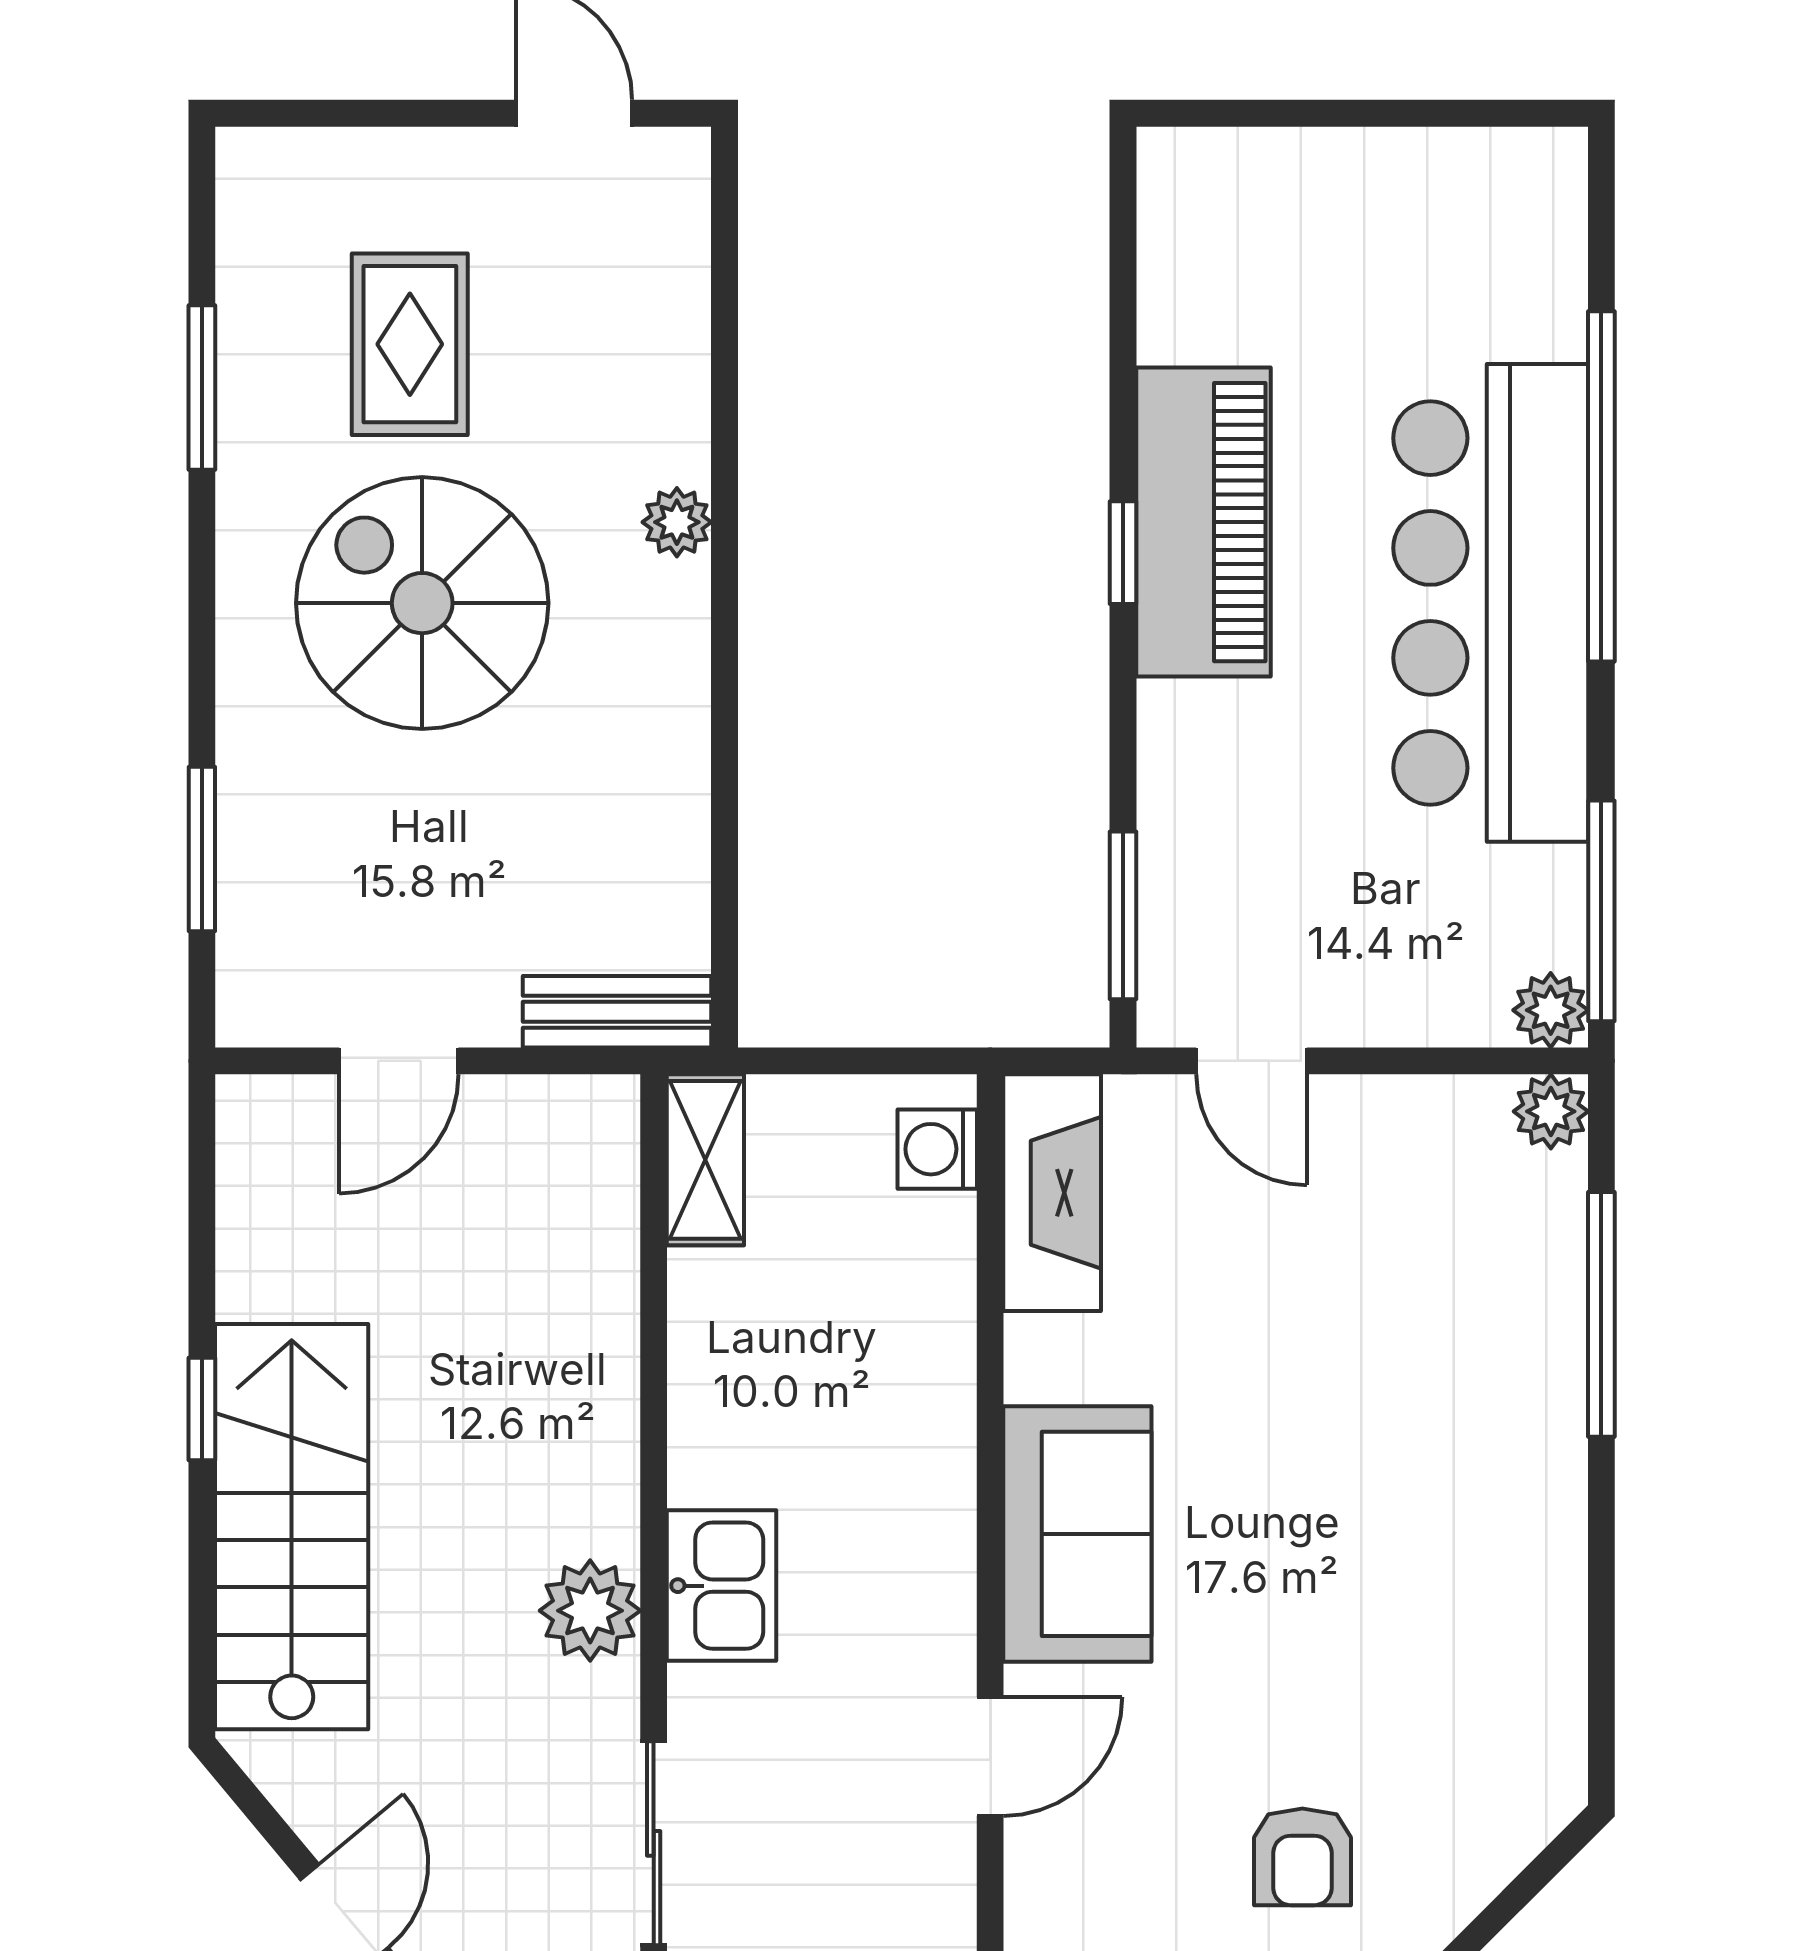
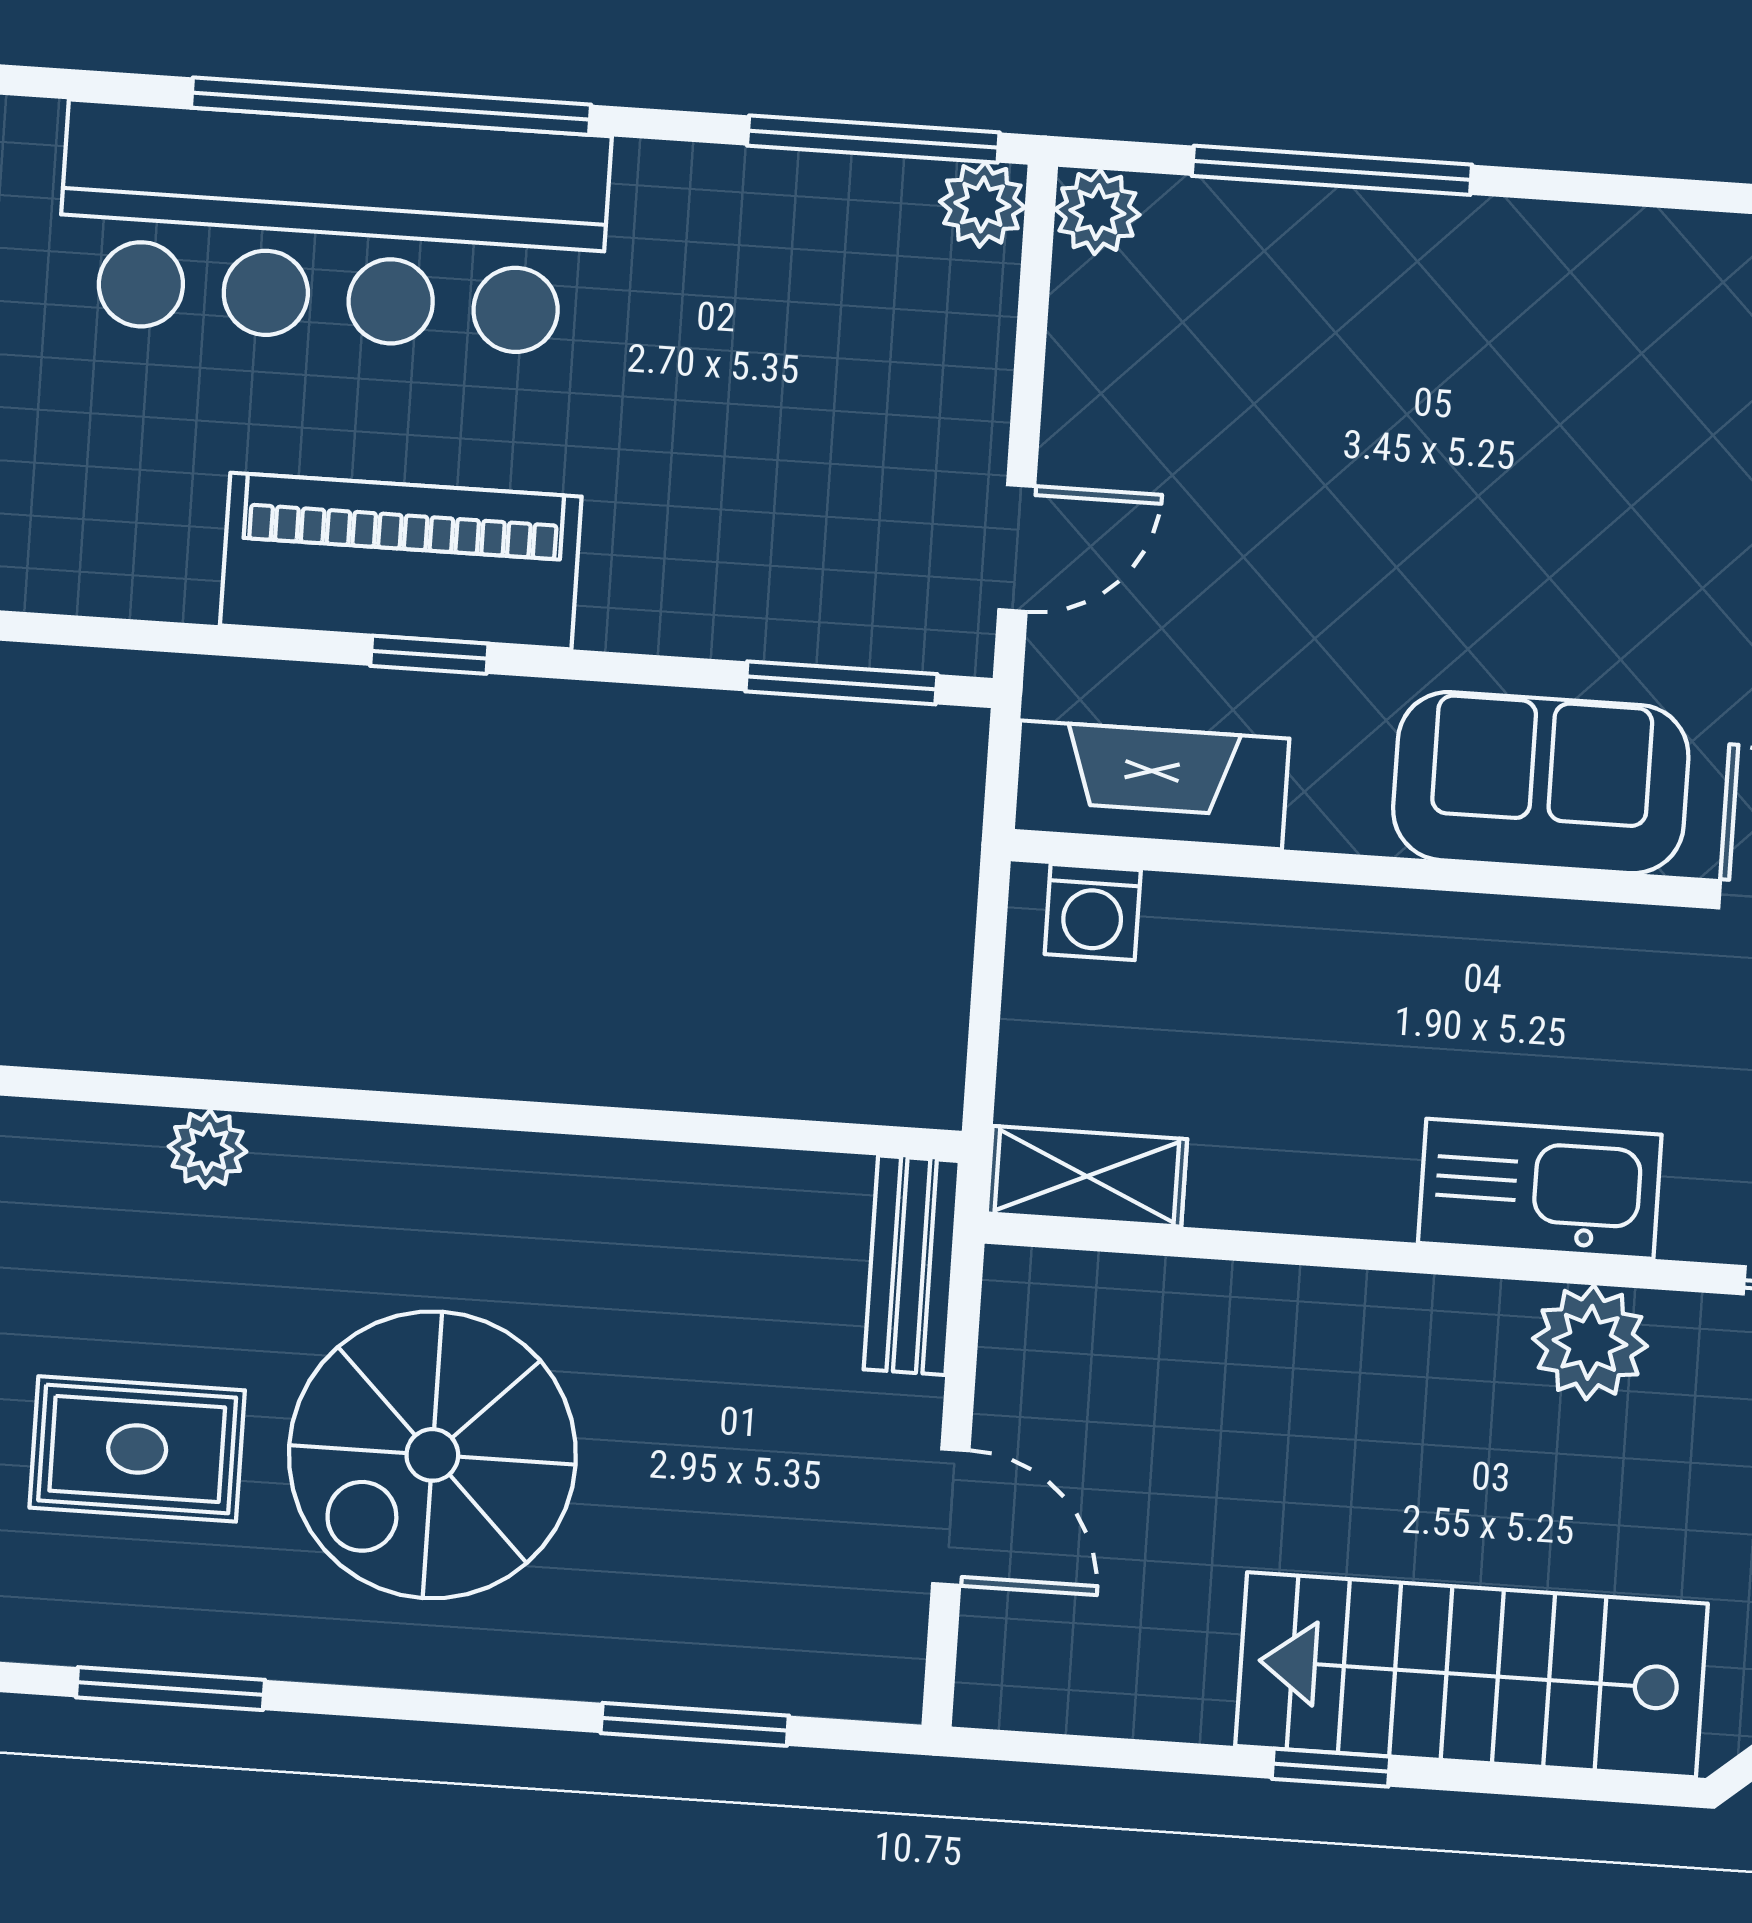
plant: (677, 522) -> (208, 1149), moved
bar counter: (1491, 603) -> (333, 229), moved
kitchen sink: (722, 1586) -> (1540, 1189), width x1.38

